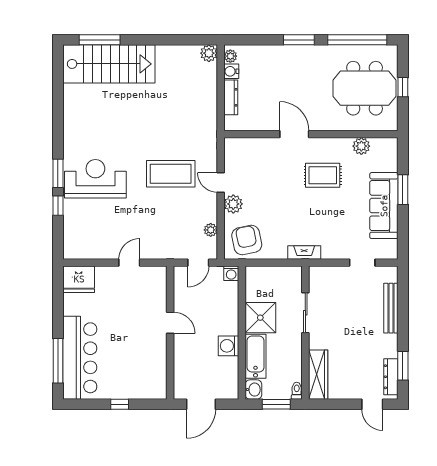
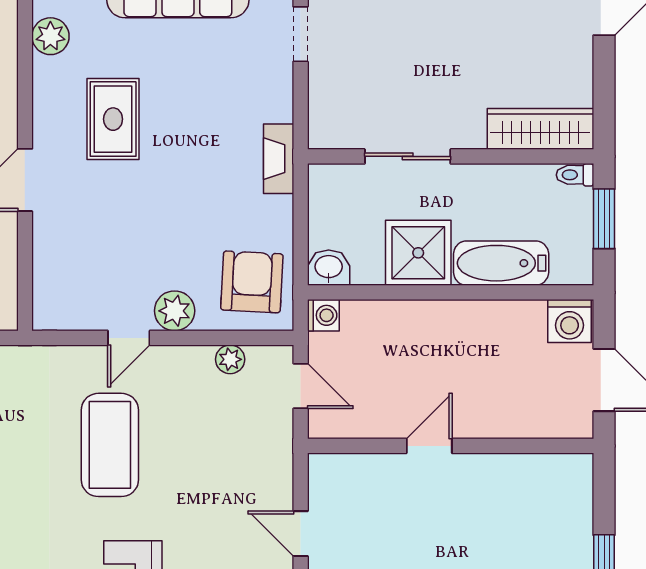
armchair: (247, 240) -> (252, 282), turned 105
washing machine: (229, 346) -> (570, 321), moved
washbasin: (253, 390) -> (329, 268), moved

